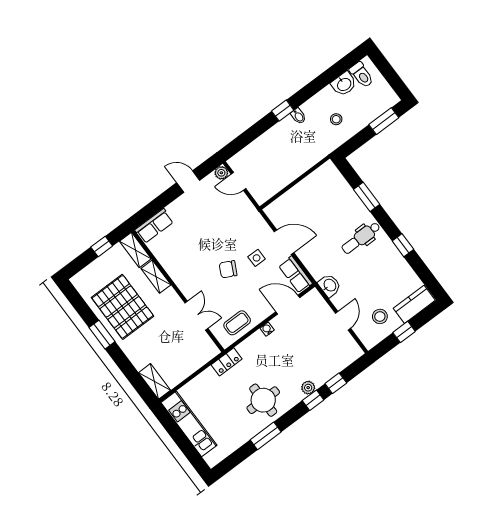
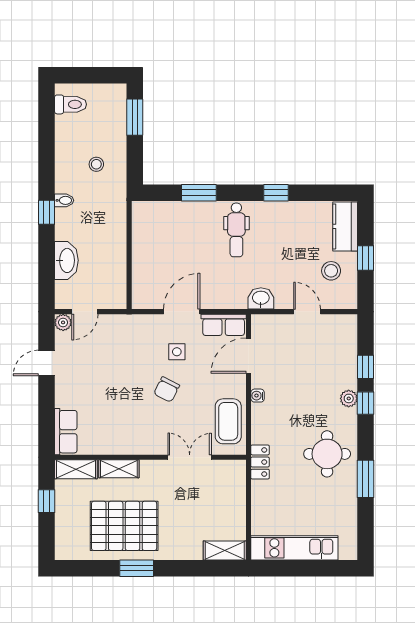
washbasin: (344, 84) -> (66, 260), moved, width x1.38
coffee table: (237, 323) -> (228, 421), width x1.36, depth x1.30

